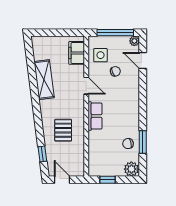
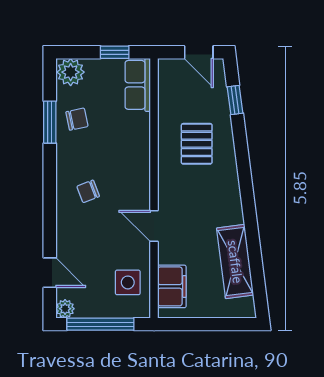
chair: (115, 71) -> (88, 191), moved
shelving: (44, 80) -> (235, 262), moved
row of seats: (95, 116) -> (138, 85), moved

